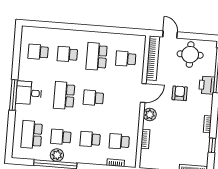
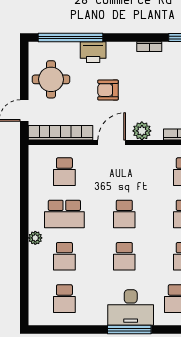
plant: (82, 35) -> (35, 238), added
desk: (29, 93) -> (131, 307), width x1.37
door: (143, 93) -> (112, 142), hinge flipped
school desk: (64, 96) -> (124, 256), width x0.54

